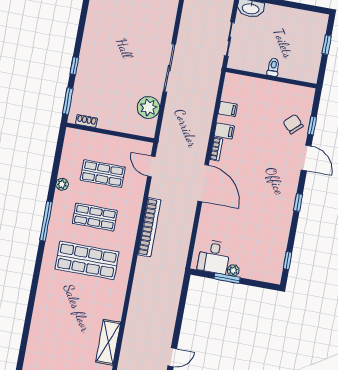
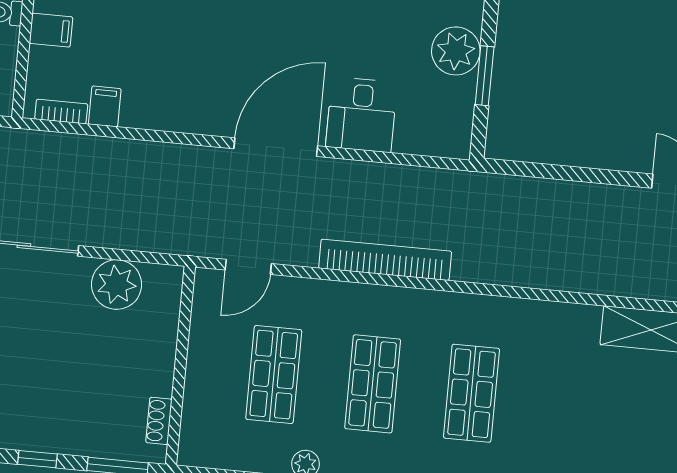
filing cabinet: (224, 131) -> (51, 30), moved, turned 90
bookcase: (216, 149) -> (61, 112), moved
desk: (214, 257) -> (361, 115), moved, turned 90
shop shelf: (87, 260) -> (471, 393), width x0.70, depth x0.74
plant: (233, 270) -> (456, 51), width x1.87, depth x1.87

